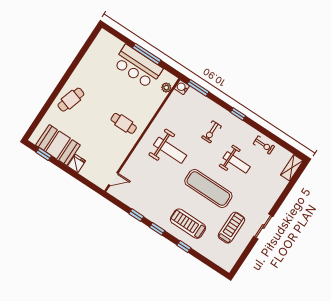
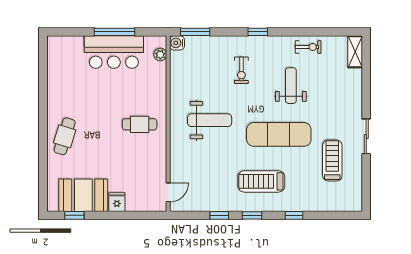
weight bench: (237, 162) -> (291, 86), turned -90
treadmill: (188, 224) -> (261, 181), moved

